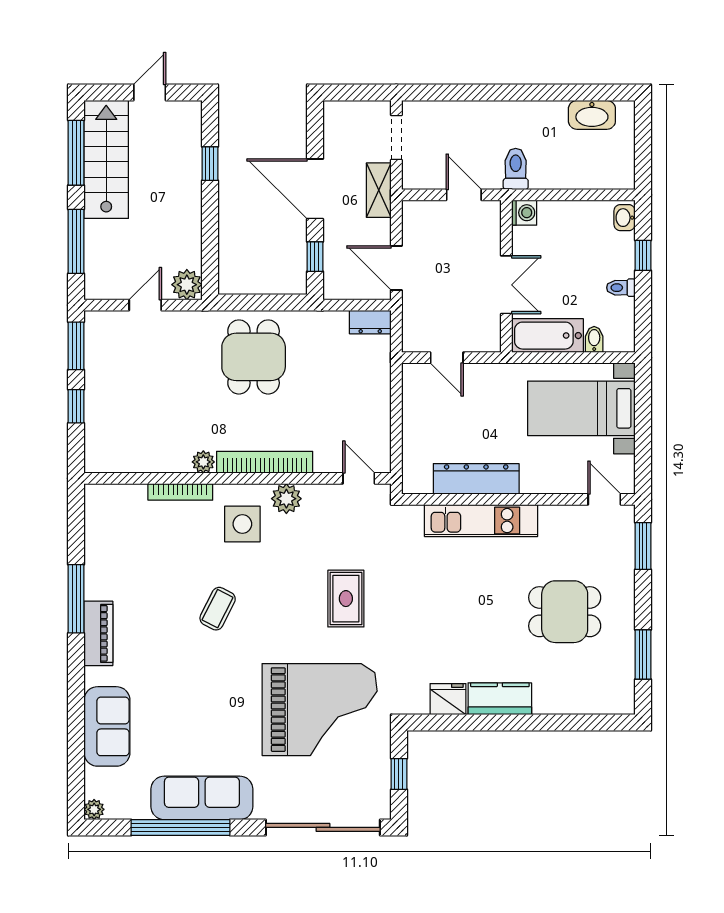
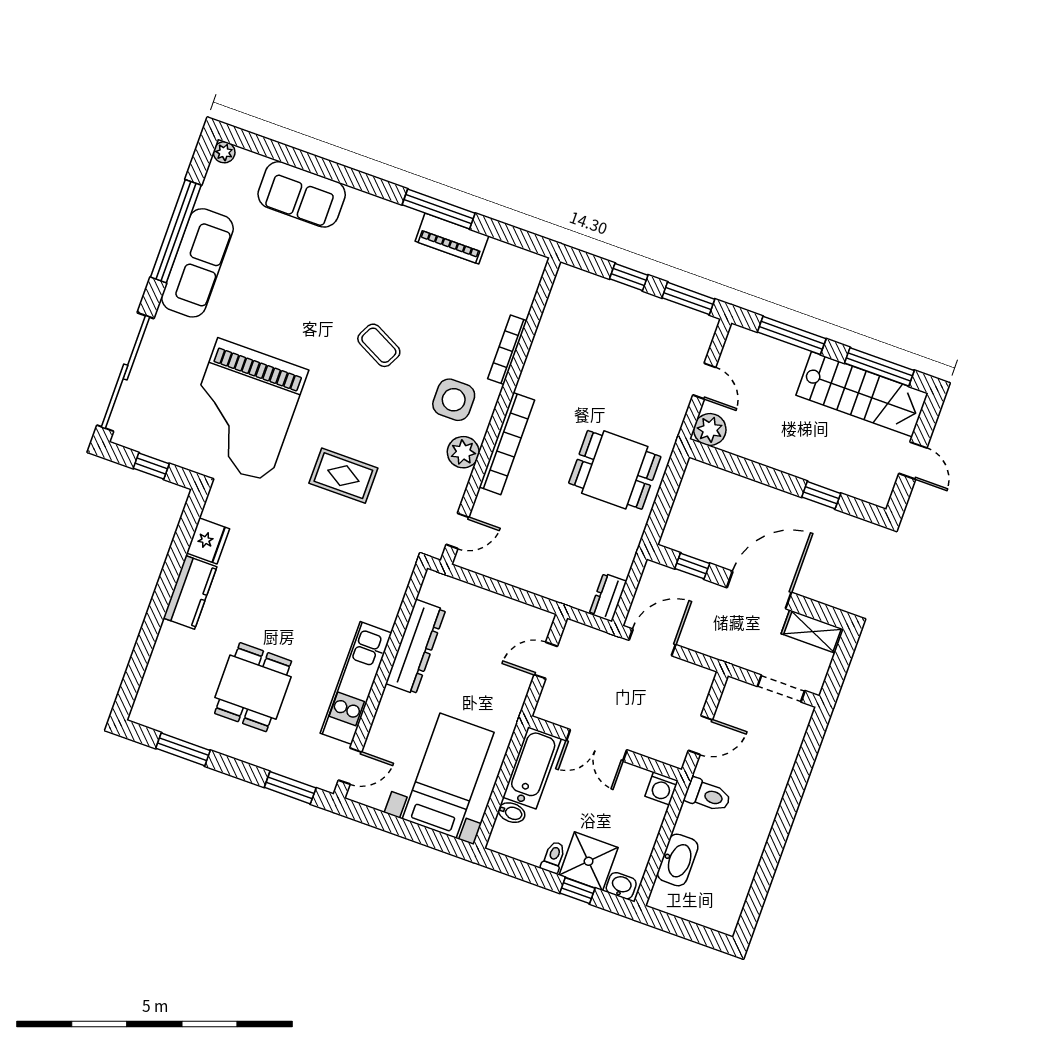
washbasin: (592, 115) -> (678, 860), moved, turned 180
shelving: (379, 190) -> (812, 632), moved
shower: (613, 255) -> (589, 861), added
plant: (203, 462) -> (529, 383), removed
kitchen unit: (481, 521) -> (356, 683), moved
piano: (98, 633) -> (452, 239), moved

